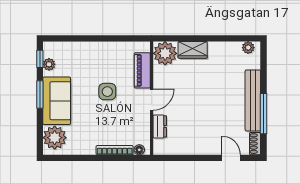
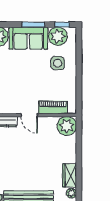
wardrobe: (193, 50) -> (70, 175), moved
plant: (49, 64) -> (58, 36), width x1.87, depth x1.87
side table: (107, 92) -> (58, 63), moved

